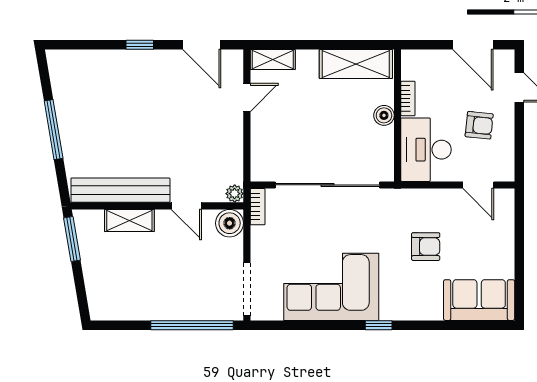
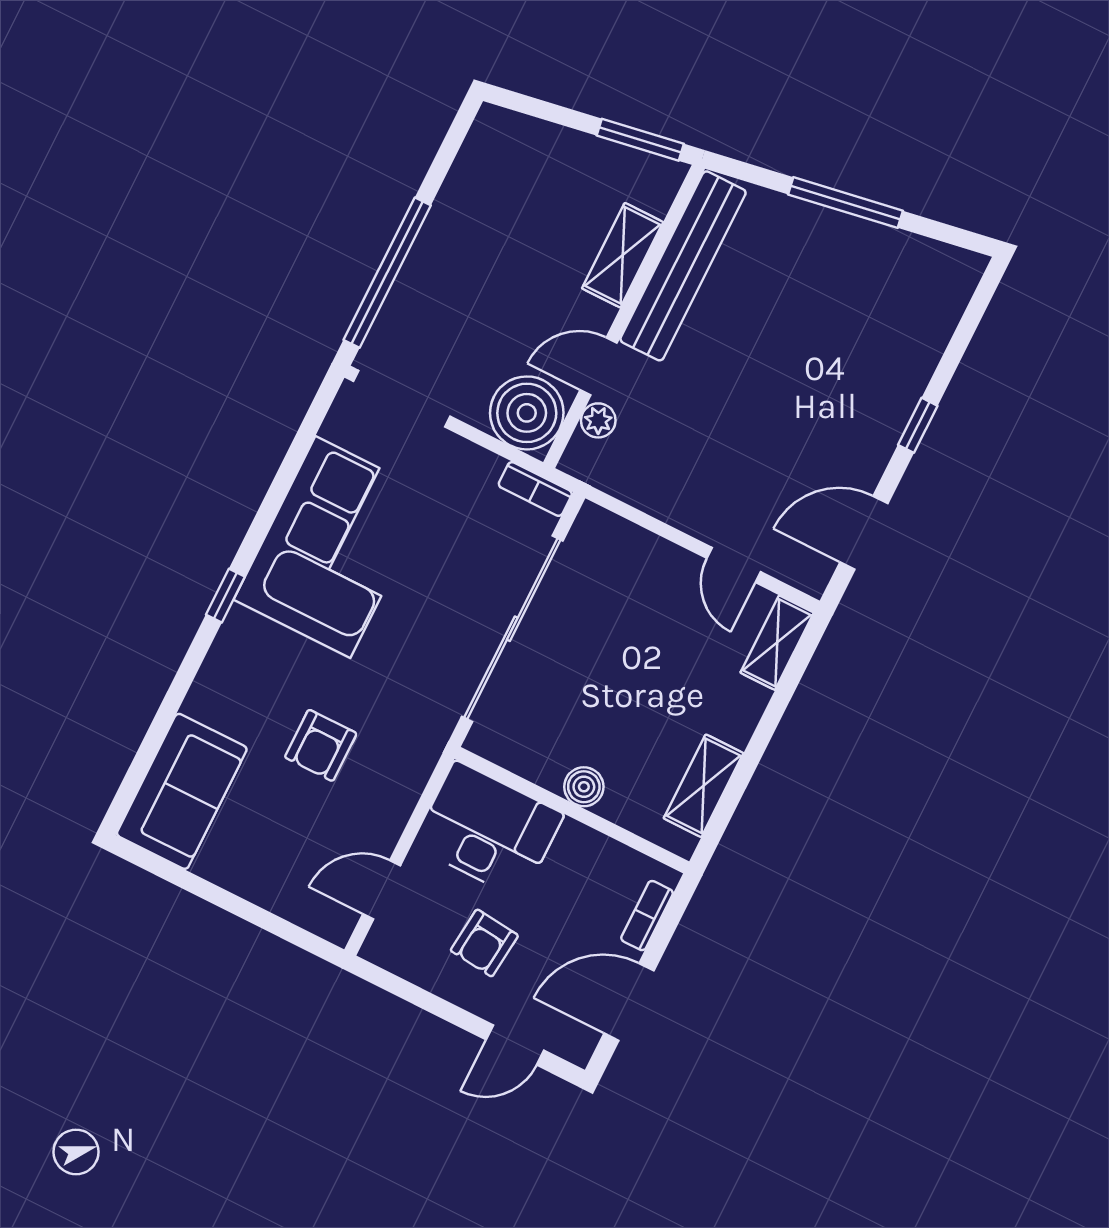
shelving: (356, 64) -> (704, 786), width x0.67, depth x0.75
bookcase: (408, 98) -> (647, 916), moved, turned 90
plant: (235, 194) -> (598, 420), moved
boiler: (230, 223) -> (527, 413), width x1.37, depth x1.37

